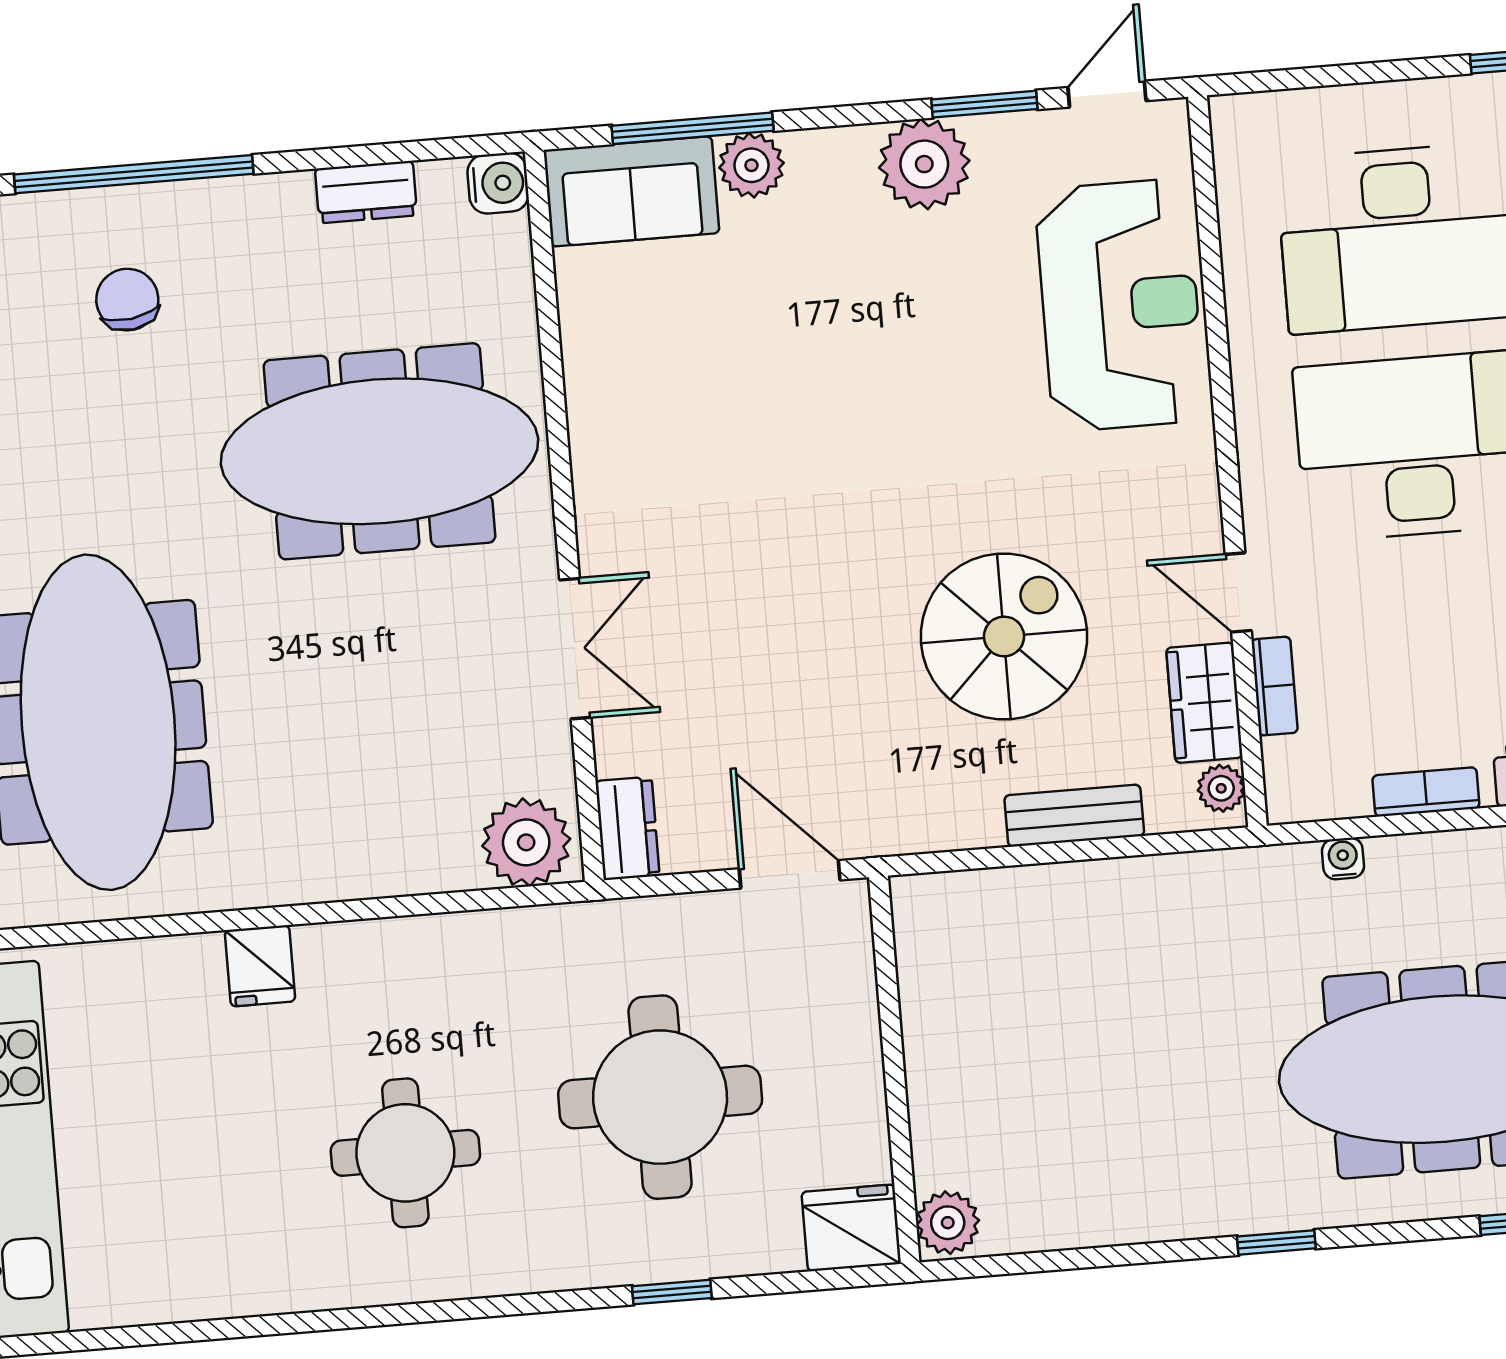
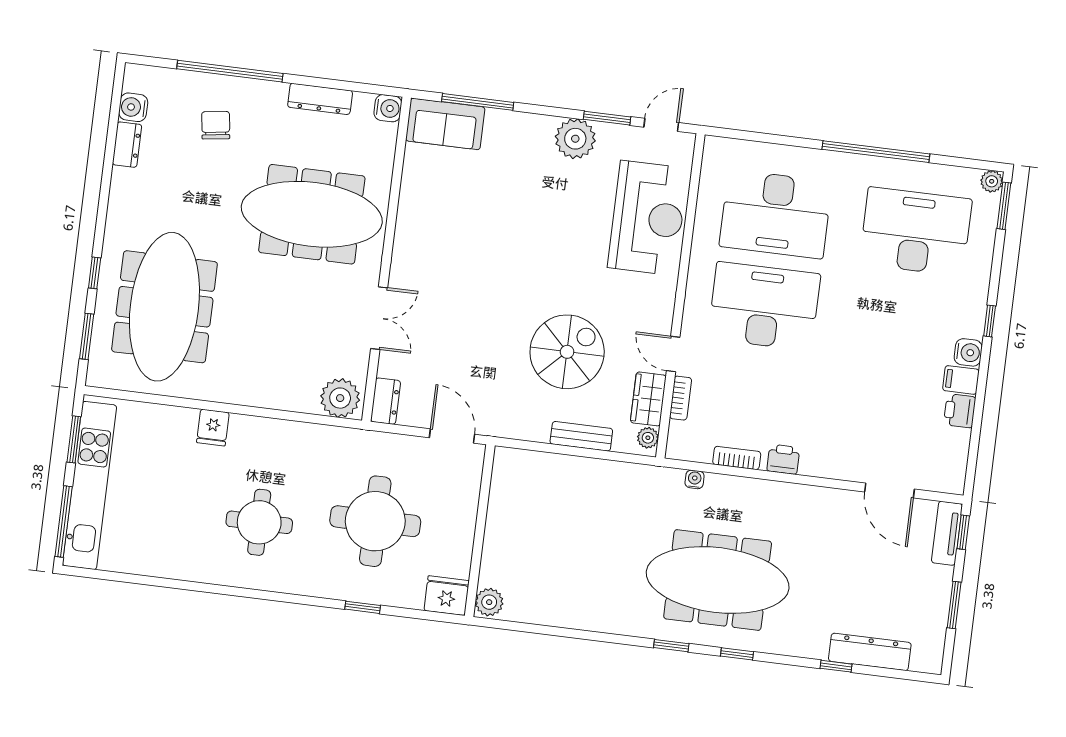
plant: (751, 165) -> (500, 124), removed
dresser: (366, 192) -> (320, 99), width x1.44
window: (1276, 1242) -> (671, 646), moved

